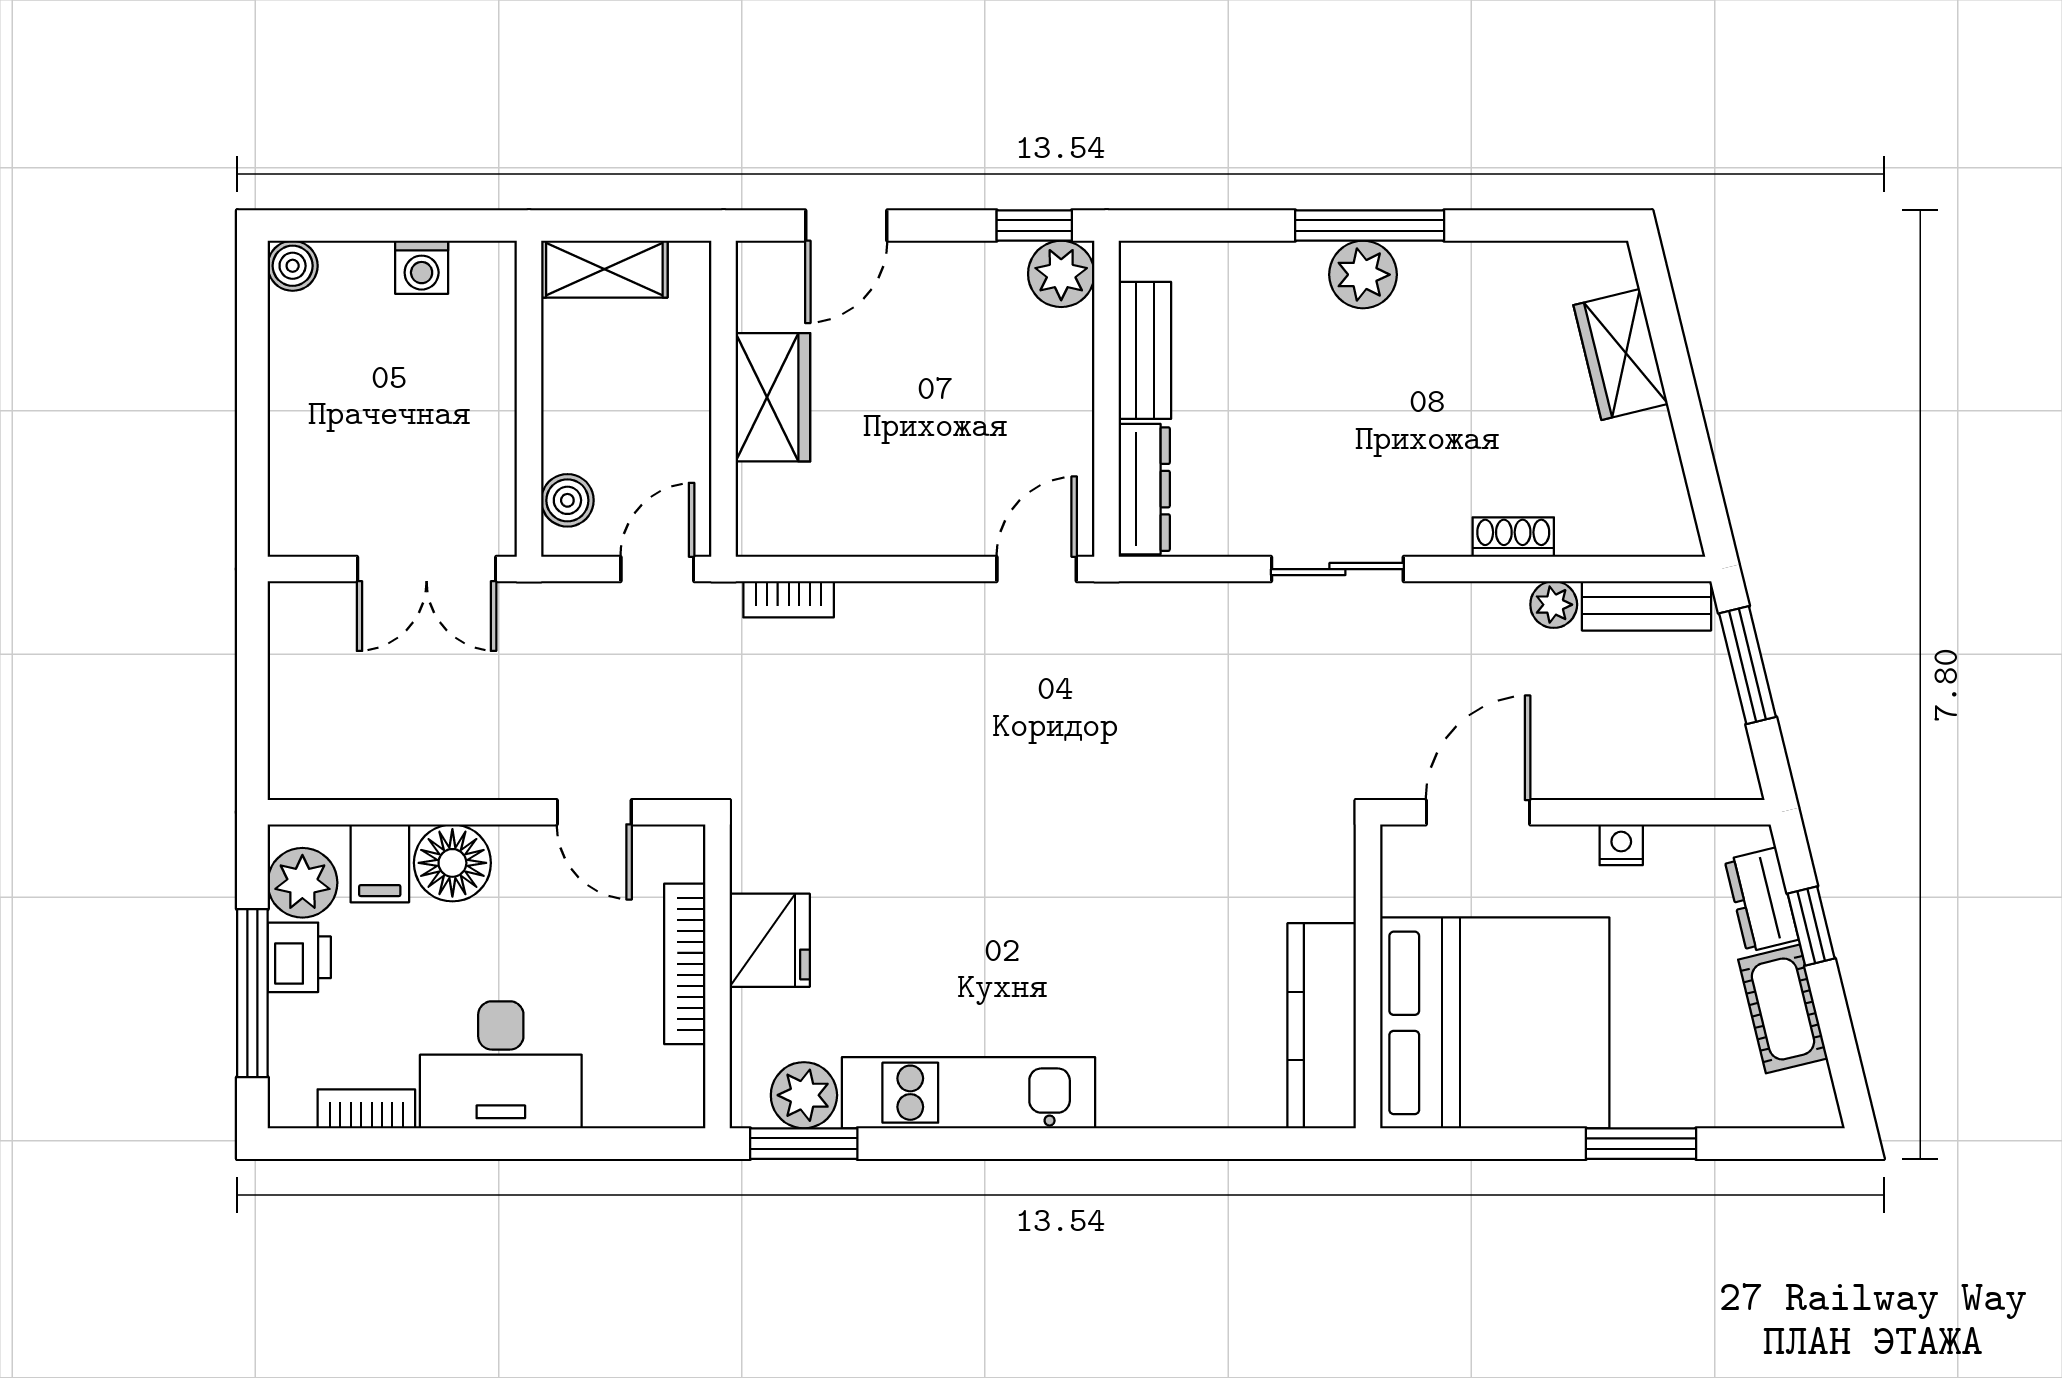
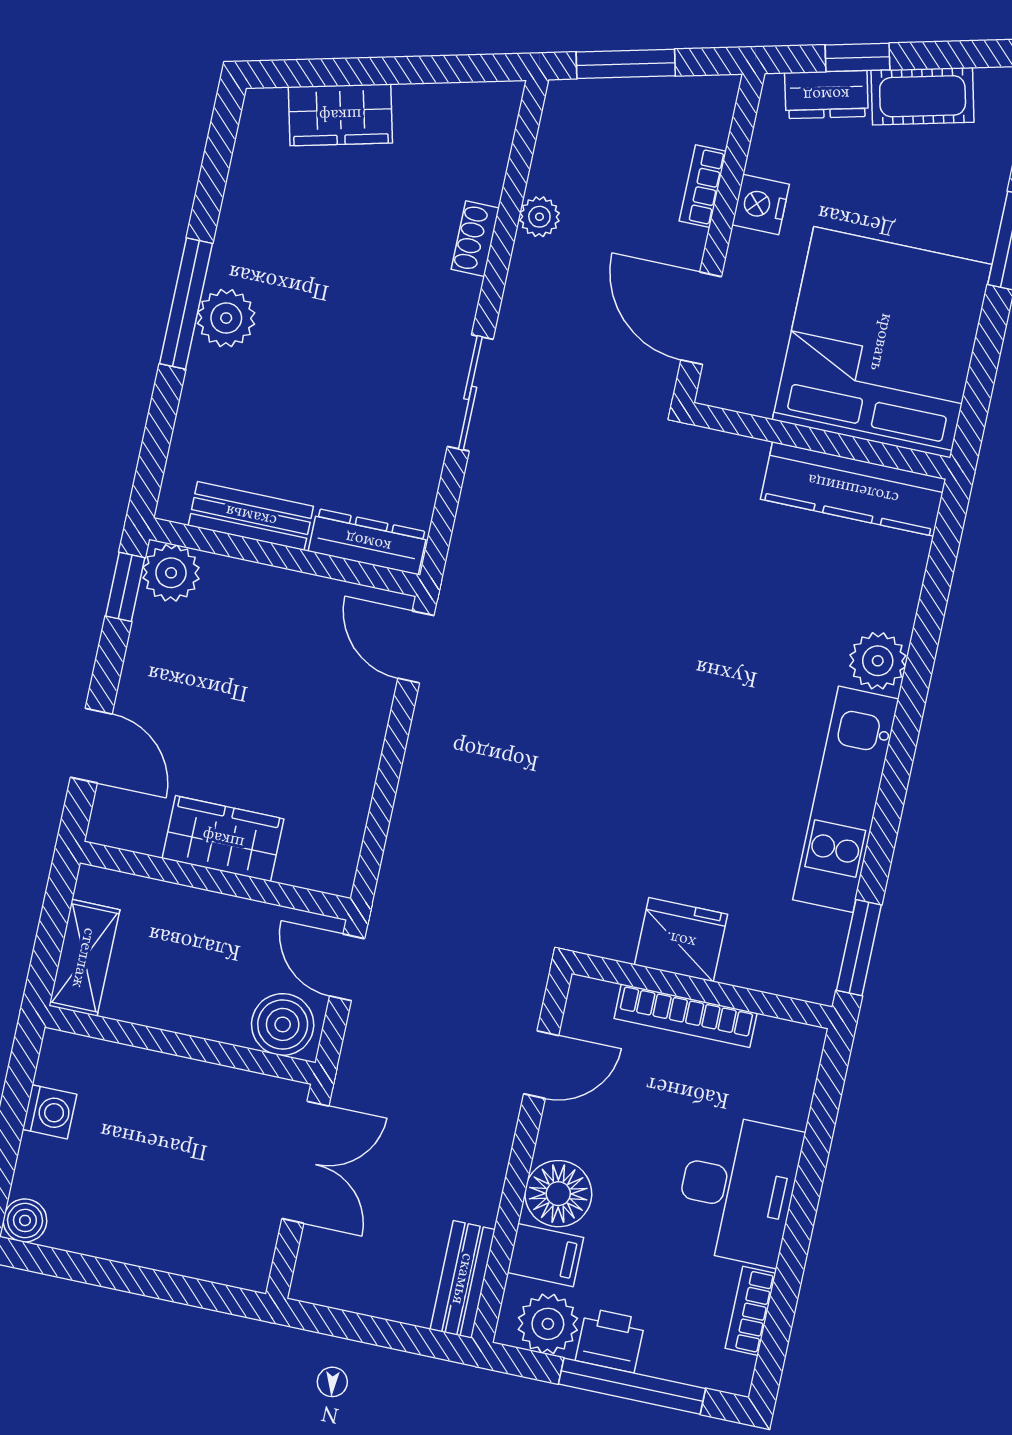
boiler: (567, 500) -> (283, 1024), width x1.36, depth x1.36
bookcase: (789, 599) -> (703, 186), moved, turned 180
bench: (1647, 606) -> (463, 1279), moved
nightstand: (1621, 845) -> (761, 204), width x1.39, depth x1.35
plant: (804, 1095) -> (878, 661), moved

